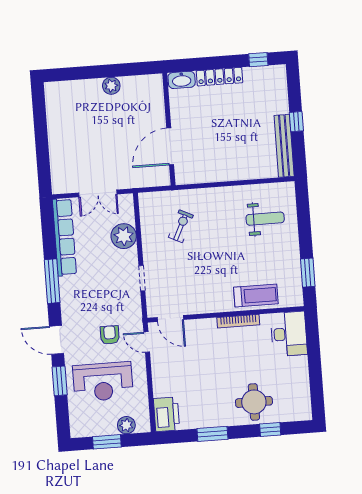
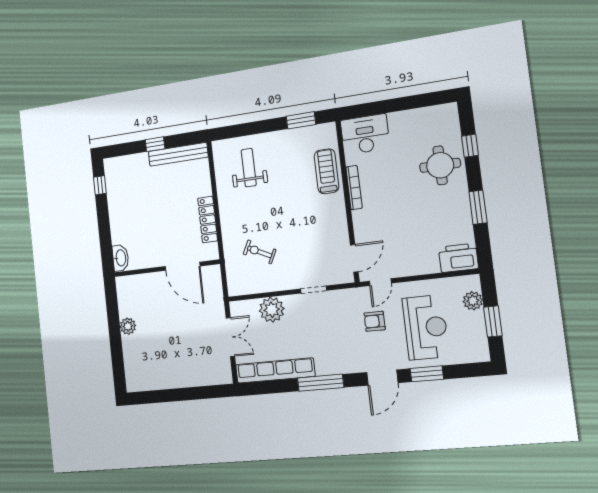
locker: (220, 77) -> (208, 220), moved, turned 180

